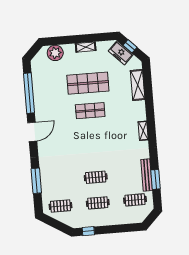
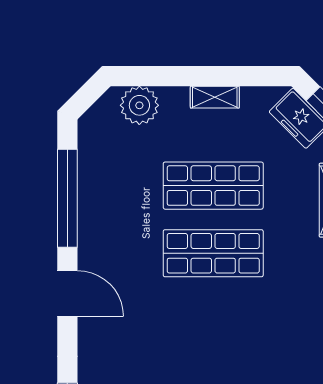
shop shelf: (90, 111) -> (213, 253), width x1.43, depth x1.36
door: (32, 132) -> (67, 293), hinge flipped

